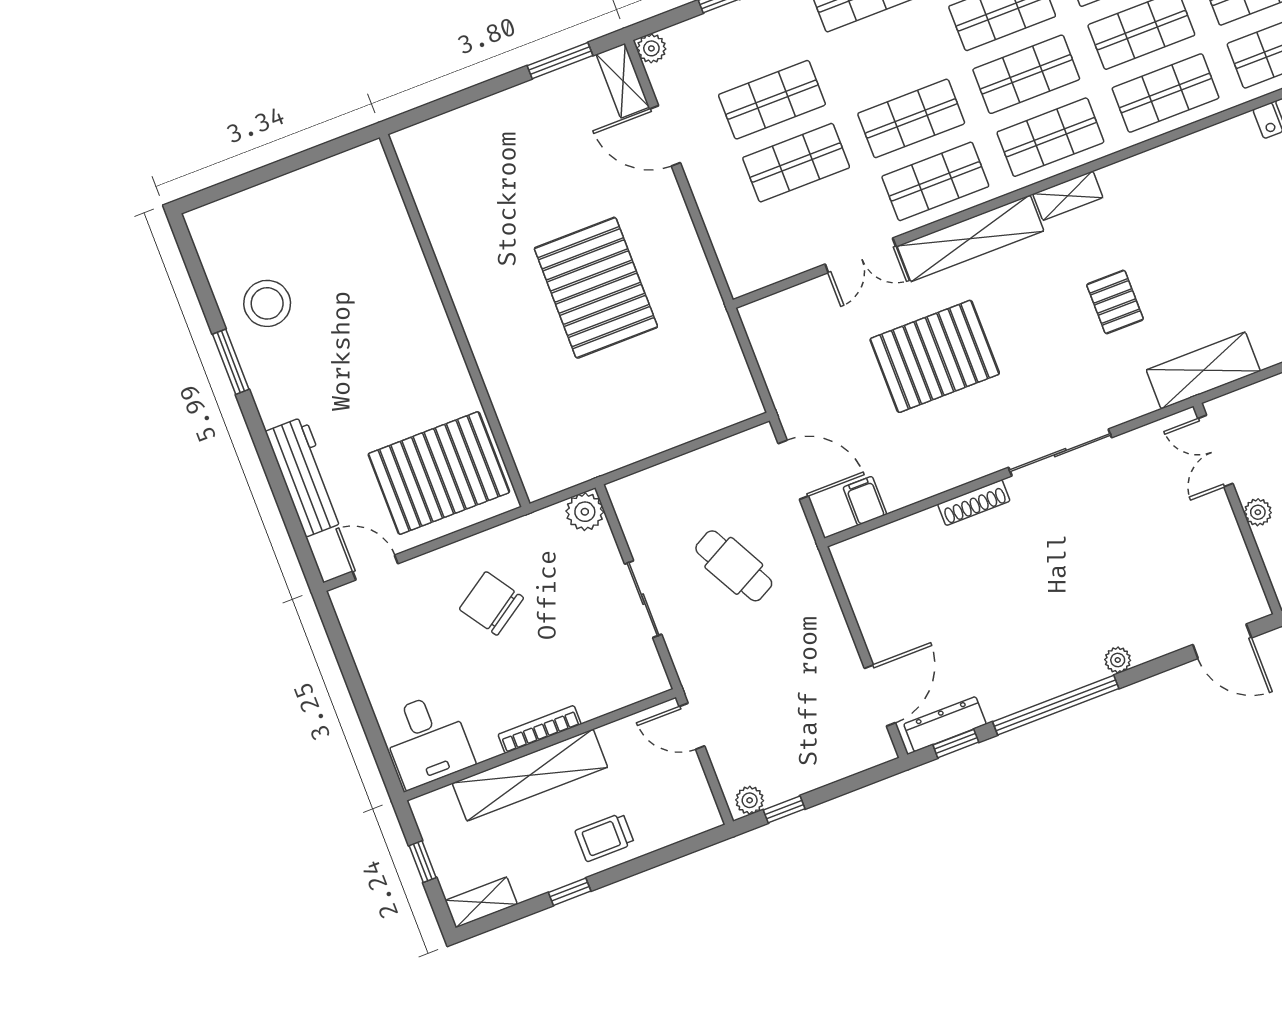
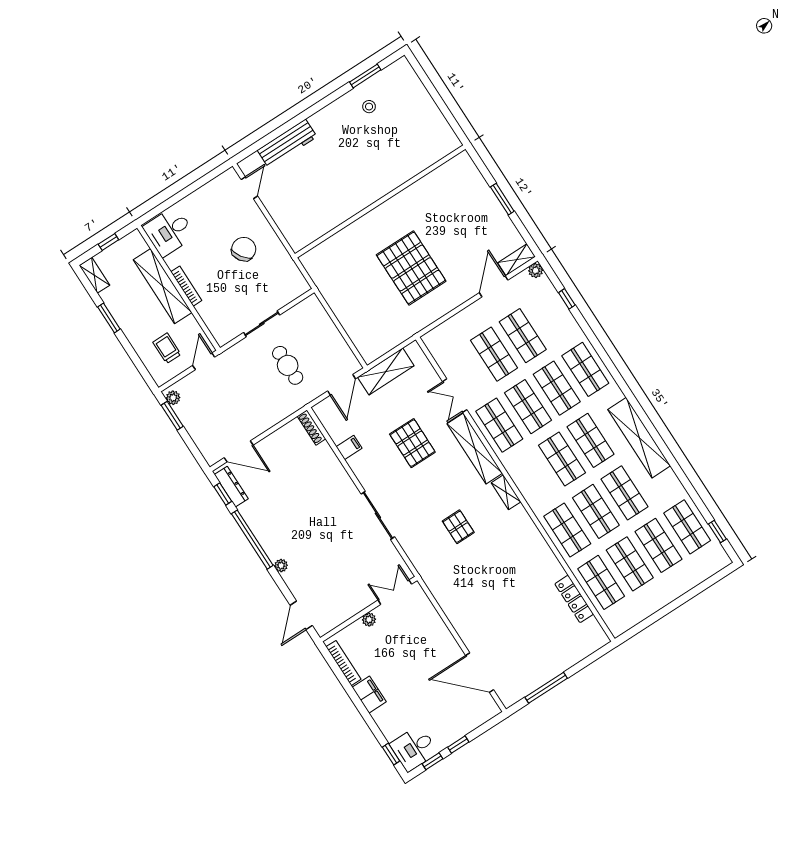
window: (560, 61) -> (502, 199), moved
shop shelf: (1050, 137) -> (557, 388), moved
pallet: (596, 288) -> (411, 268), turned 90
pallet: (1115, 302) -> (458, 527), turned 90
stool: (267, 303) -> (369, 107), width x0.53, depth x0.53
pallet: (935, 356) -> (412, 443), width x0.73, depth x0.71
window: (231, 362) -> (365, 76), moved
shelving: (1203, 370) -> (386, 371), moved, turned 90
pallet: (439, 473) -> (303, 209), removed
filing cabinet: (865, 501) -> (349, 447), moved
shoe rack: (974, 503) -> (312, 427), moved
plant: (585, 512) -> (299, 286), removed
cafe table: (734, 566) -> (288, 365), turned -62
window: (784, 809) -> (172, 416), width x1.50
trolley: (605, 837) -> (167, 348), moved
window: (570, 892) -> (109, 318), width x1.50

